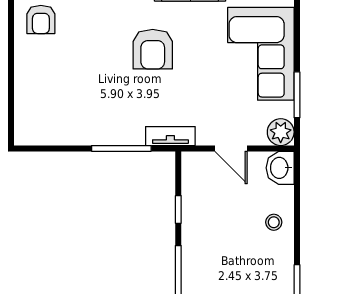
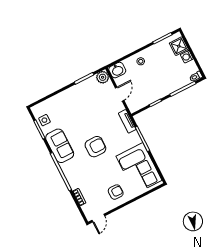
armchair: (41, 19) -> (116, 192), moved
corner sofa: (261, 54) -> (139, 168), moved, turned 90

